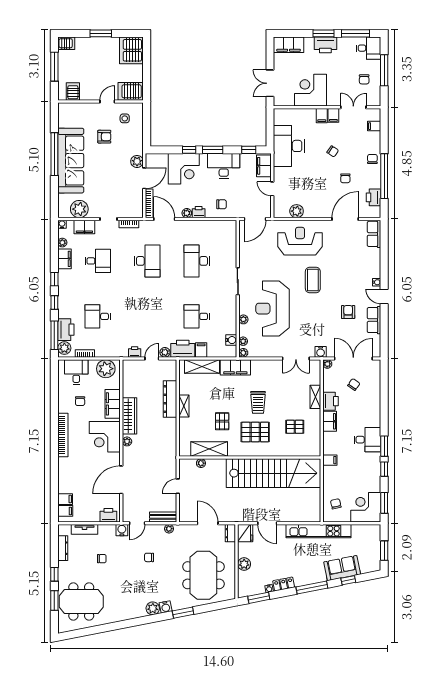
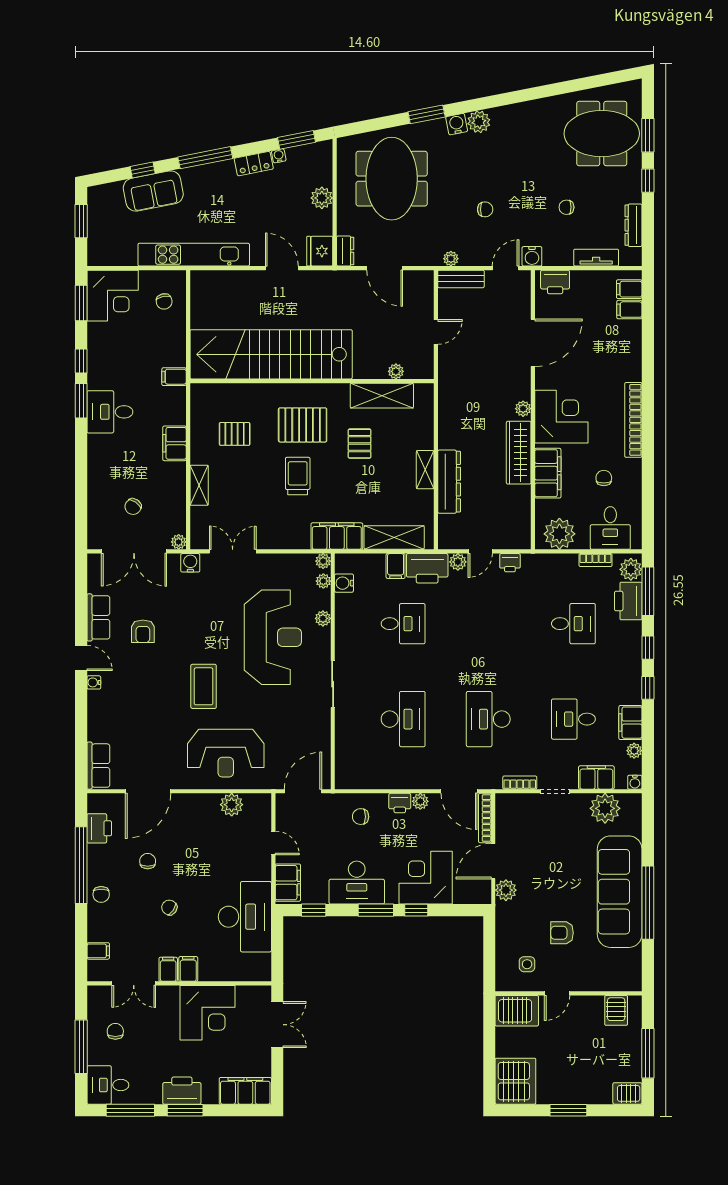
printer: (330, 401) -> (173, 478), removed

